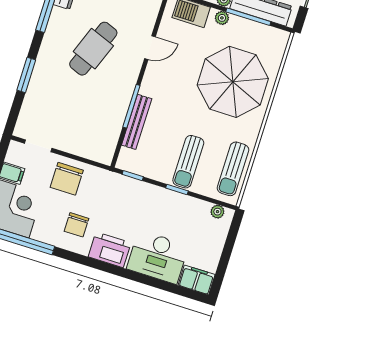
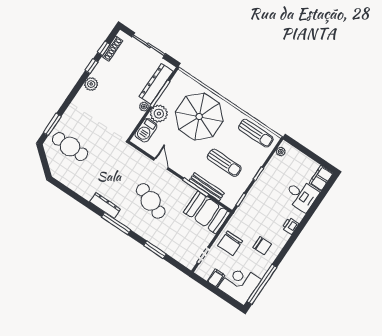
plant: (222, 18) -> (159, 114), width x1.88, depth x1.88
booth: (101, 133) -> (207, 212), added
sun lounger: (188, 162) -> (224, 163), moved
chair: (67, 179) -> (230, 243), turned 90
printer: (110, 250) -> (290, 226), width x0.53, depth x0.68
desk: (158, 257) -> (301, 195), width x0.73

